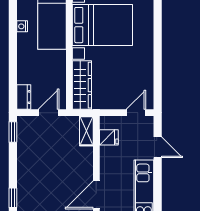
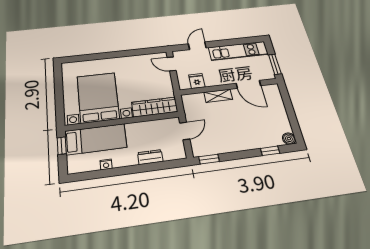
dresser: (24, 97) -> (150, 157), moved
door: (48, 113) -> (185, 131), swing flipped
shelving: (86, 131) -> (218, 96), moved

